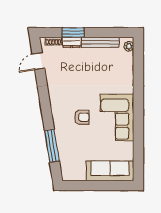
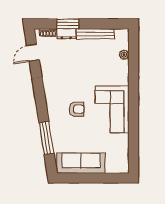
plant: (129, 46) -> (124, 55), moved
sofa: (110, 171) -> (81, 163), moved

